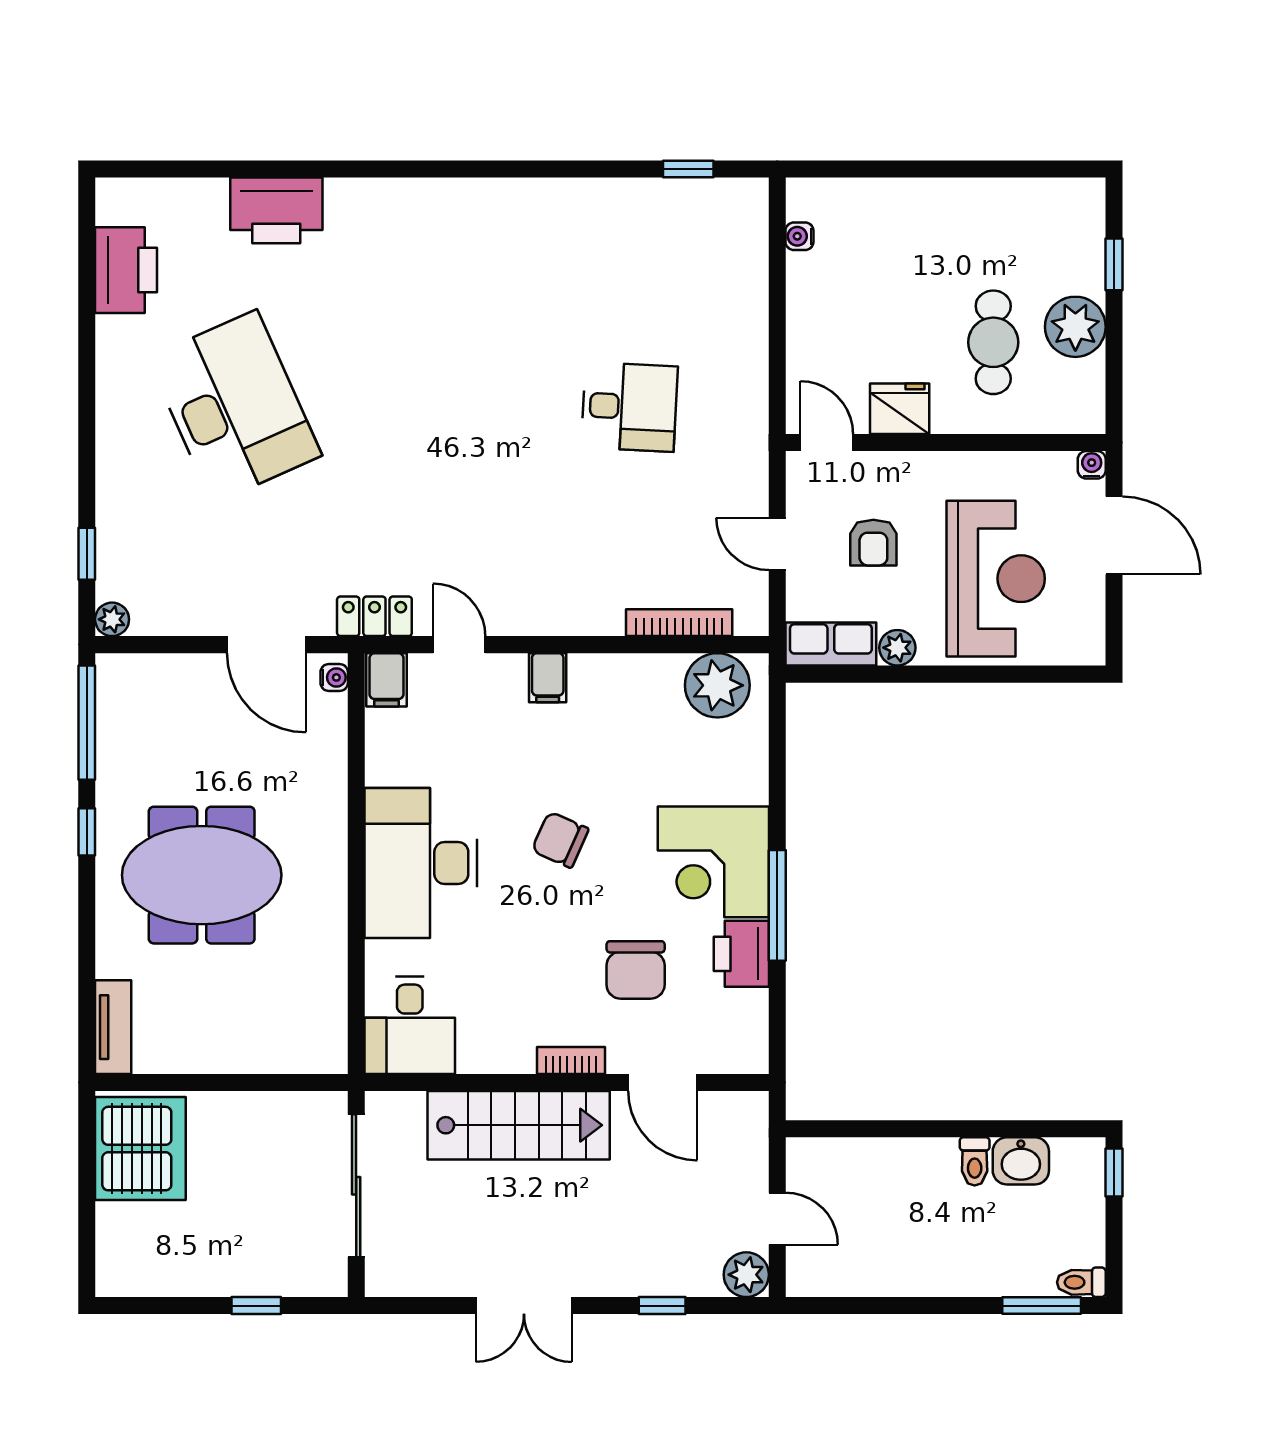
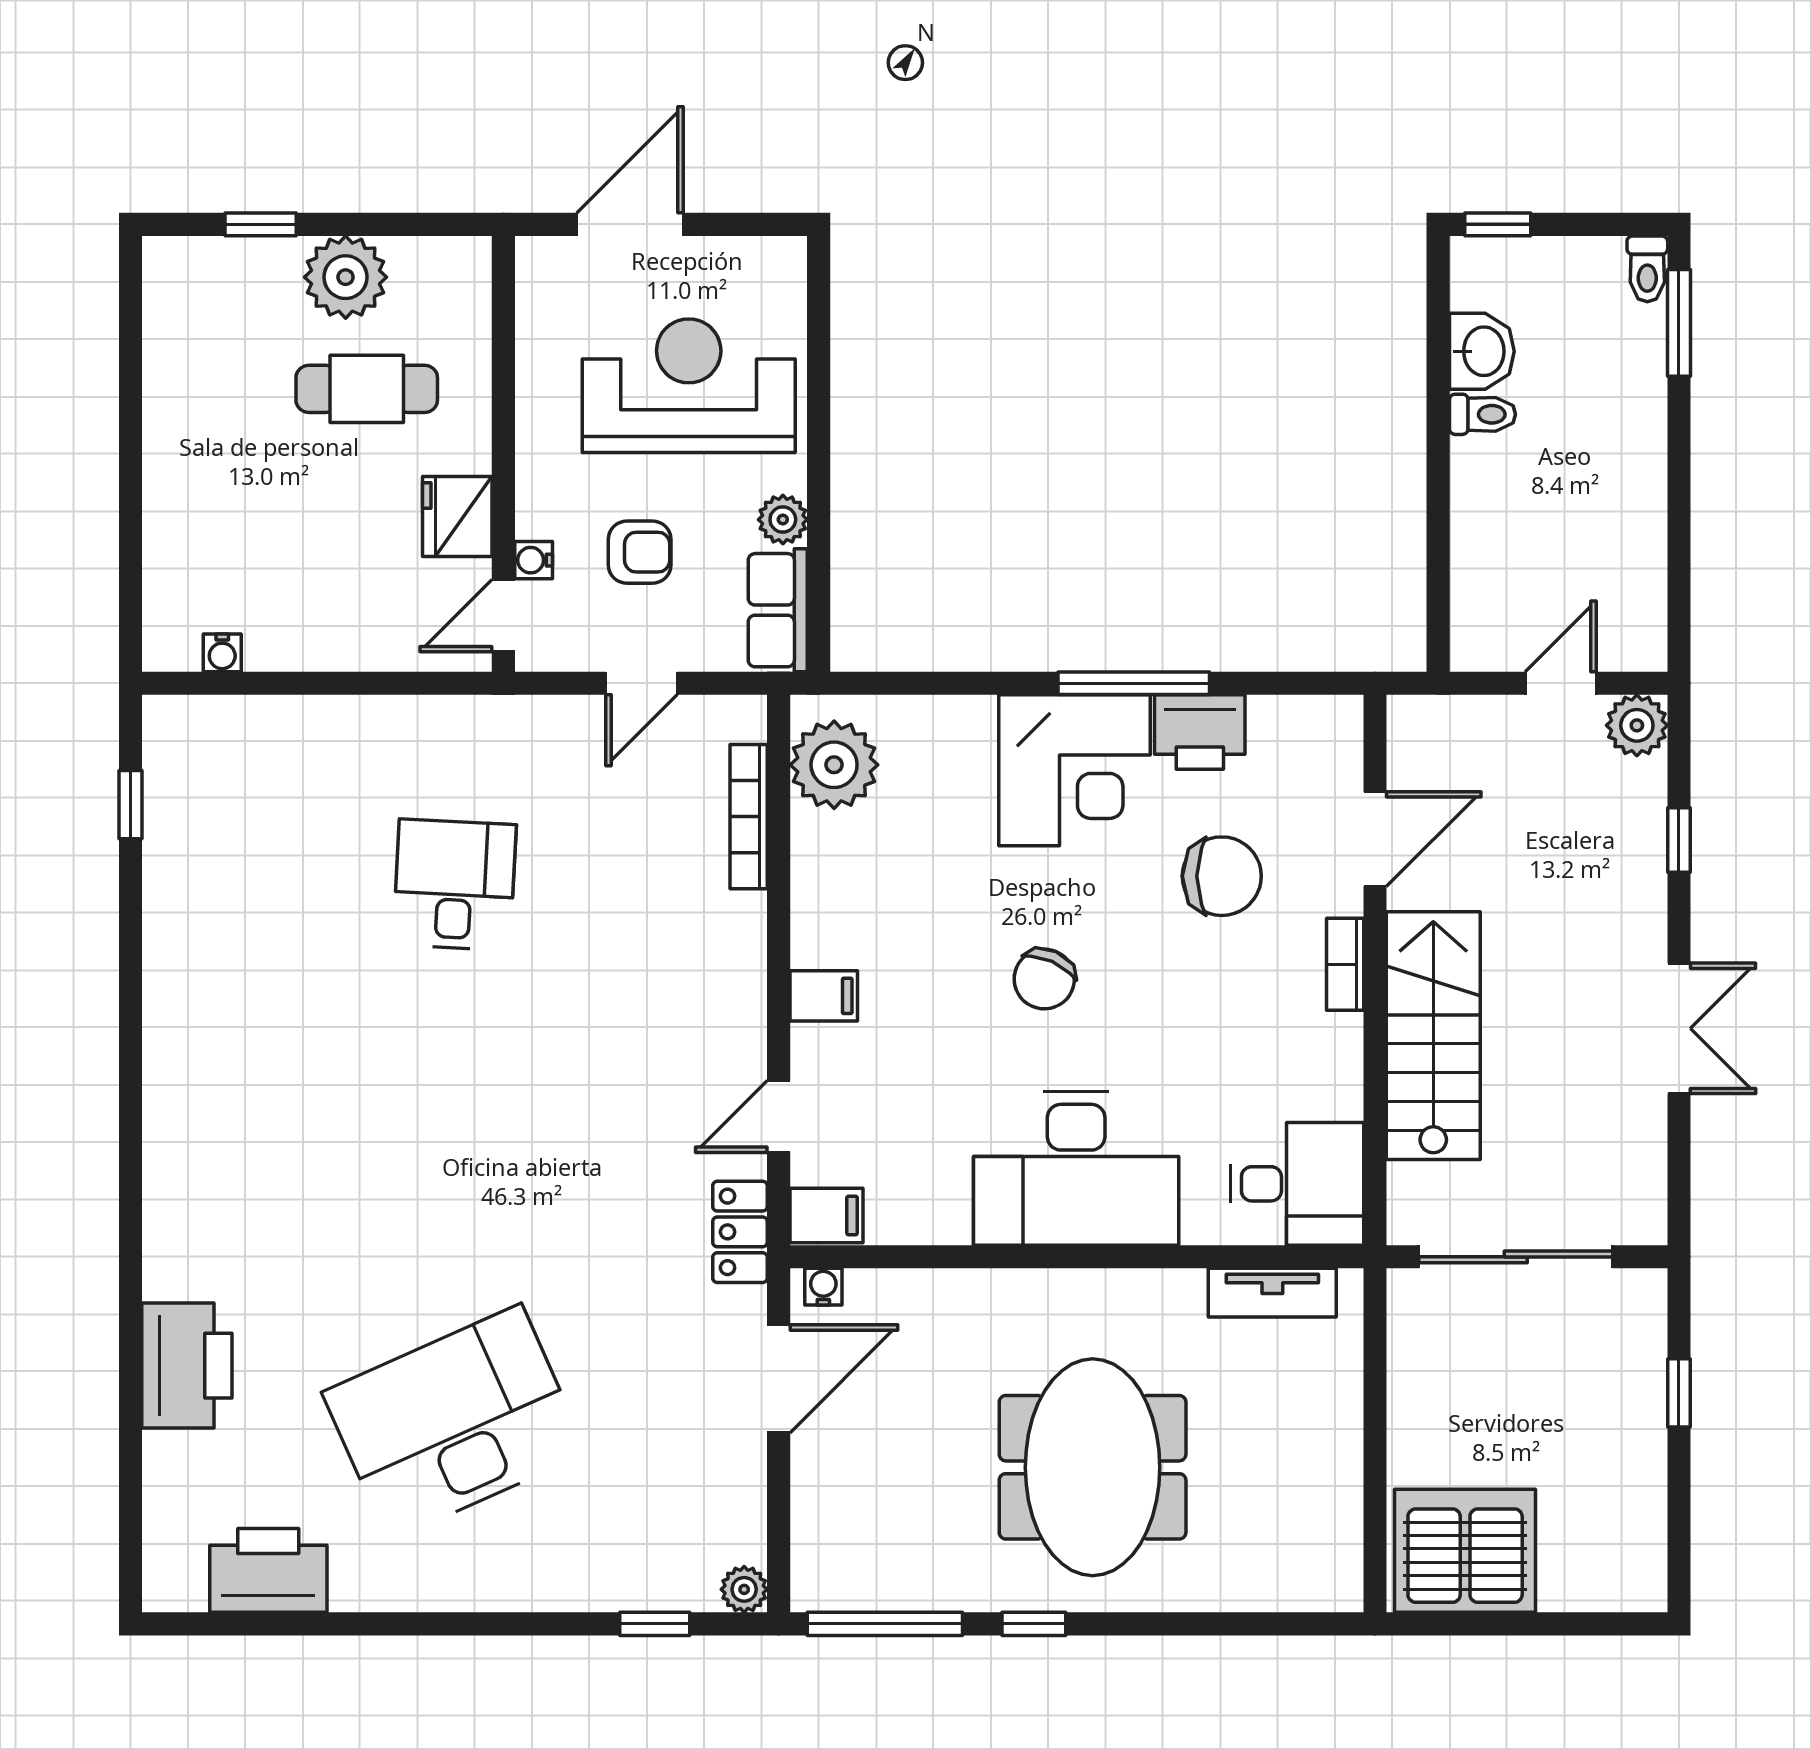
water cooler: (1092, 465) -> (534, 560), moved
tv unit: (113, 1027) -> (1272, 1293), moved, turned 180

